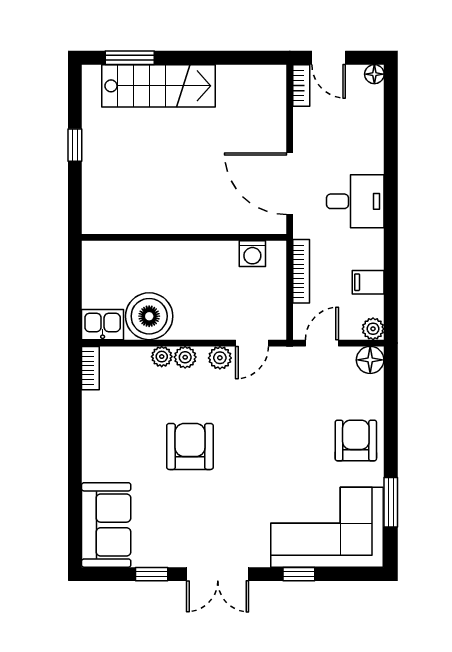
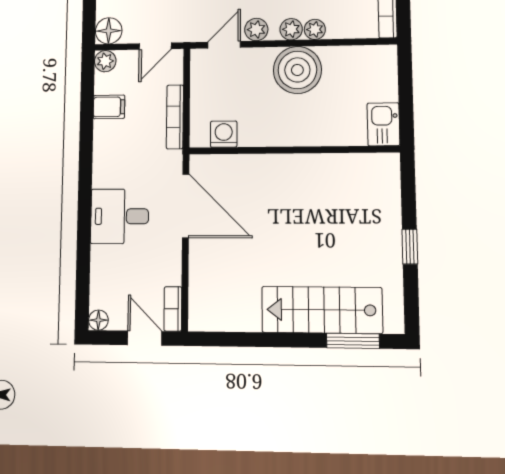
desk: (355, 201) -> (120, 216), moved
boiler: (149, 316) -> (297, 70), moved
kitchen sink: (103, 325) -> (383, 124), moved, turned 90

